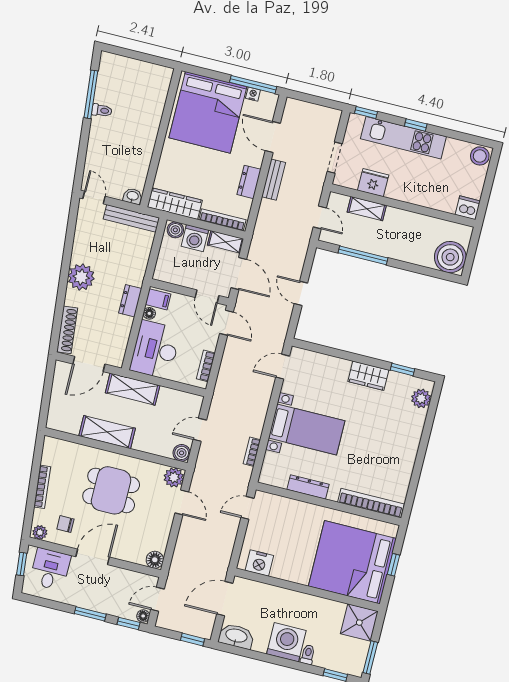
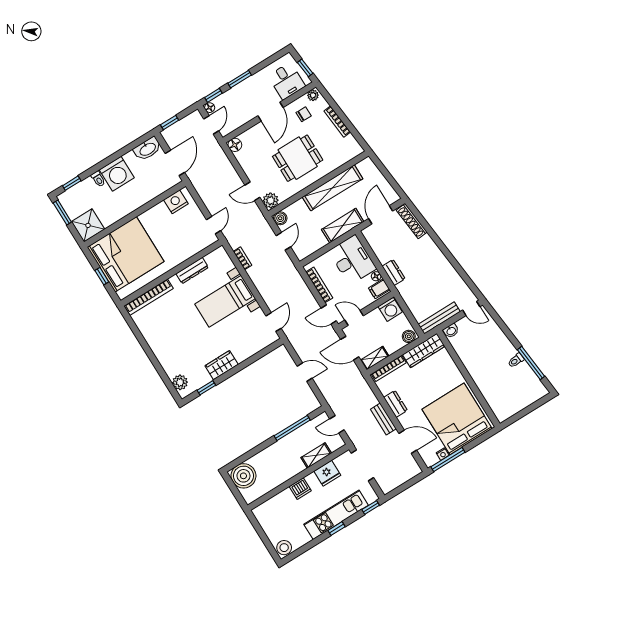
doorway: (335, 158) -> (362, 465), width x1.38
dishwasher: (468, 208) -> (300, 489), moved
washing machine: (195, 238) -> (390, 309), moved, turned 180
plant: (81, 277) -> (434, 258), removed
bookcase: (206, 366) -> (319, 285), width x1.56
shelving: (107, 432) -> (333, 188), width x1.47

